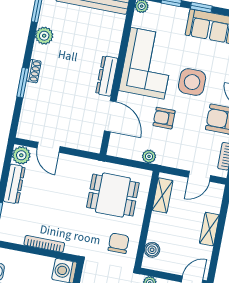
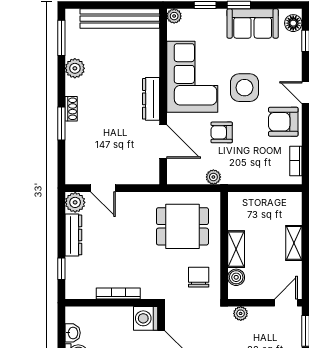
door: (199, 176) -> (272, 188), removed
shelving: (162, 195) -> (236, 249), moved

